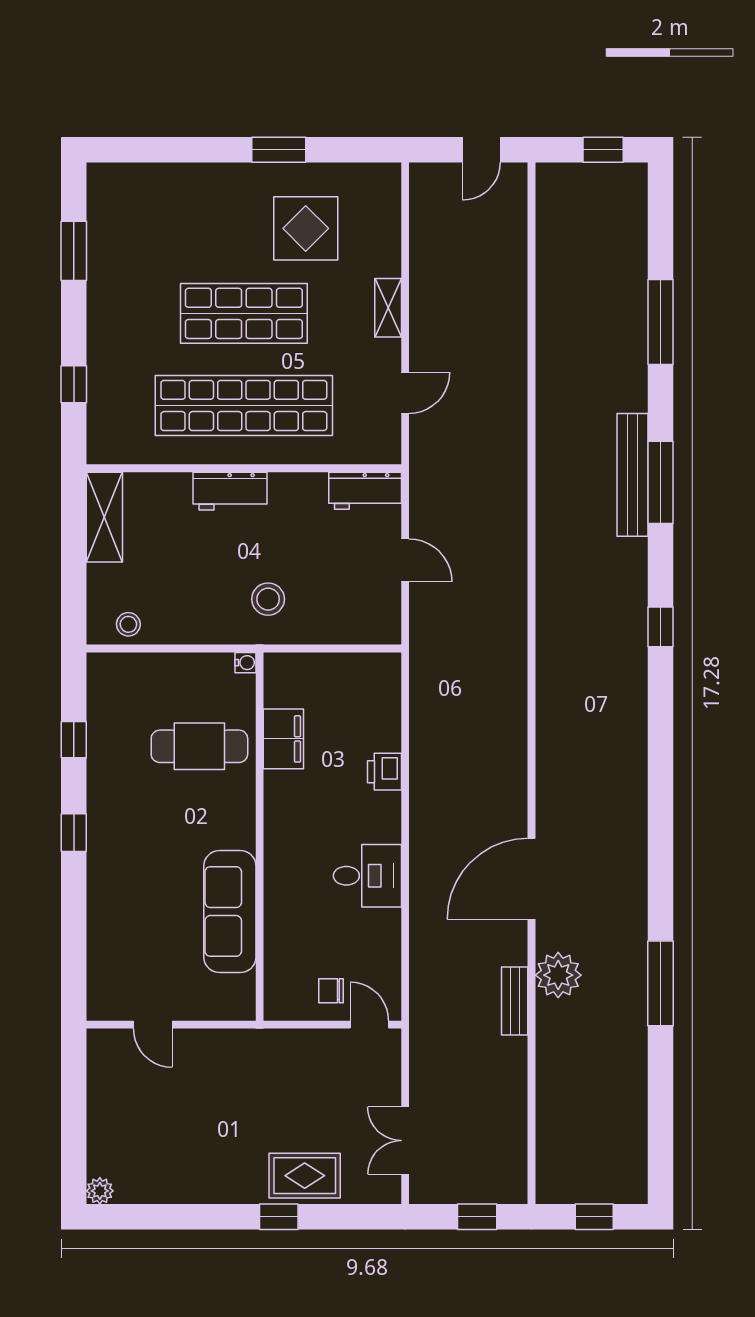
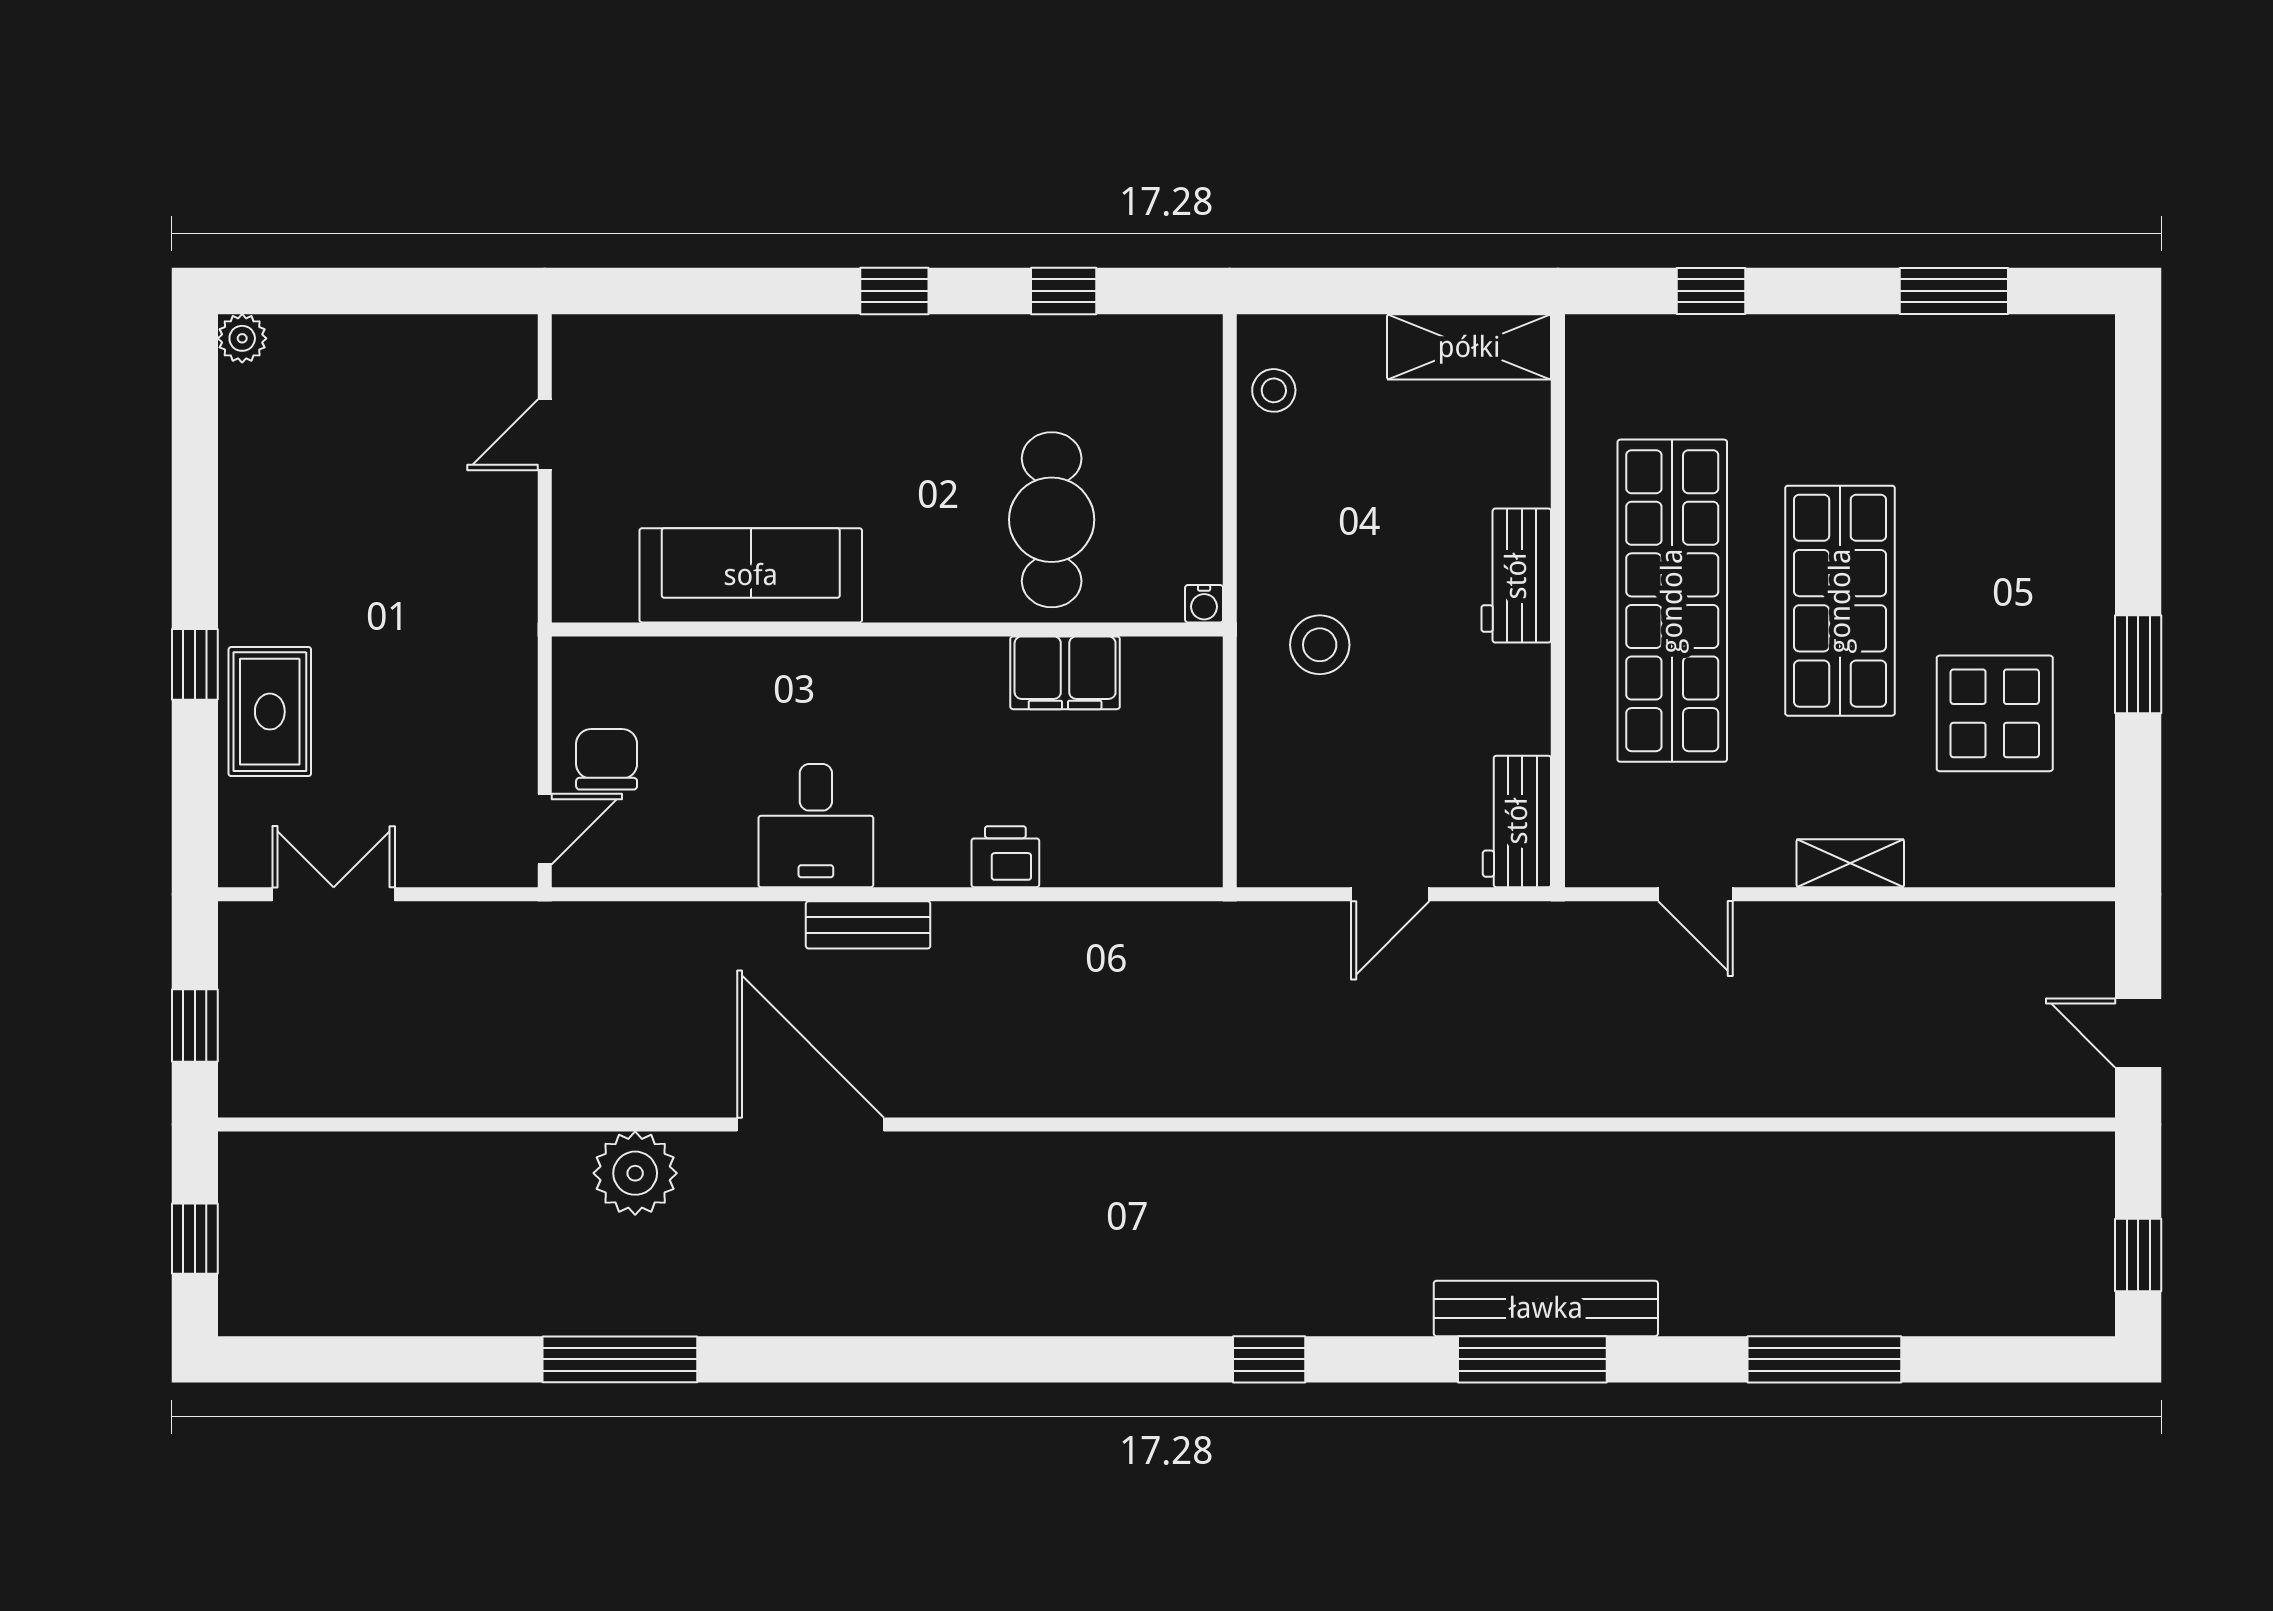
chair: (331, 991) -> (607, 759), width x1.37, depth x1.37
bench: (515, 1001) -> (868, 925), moved

